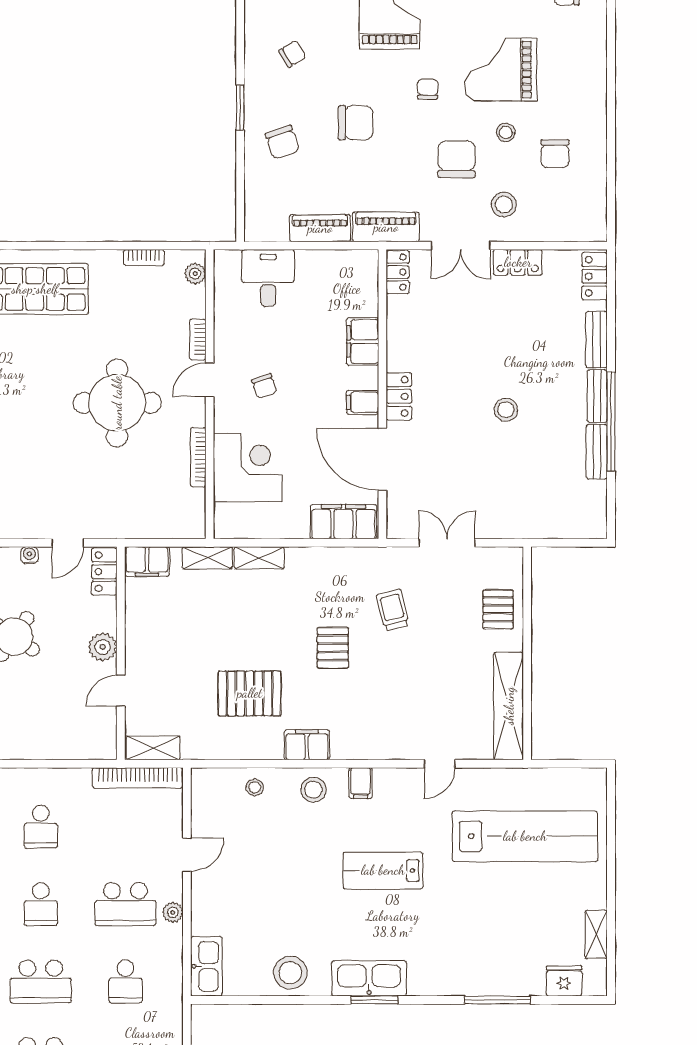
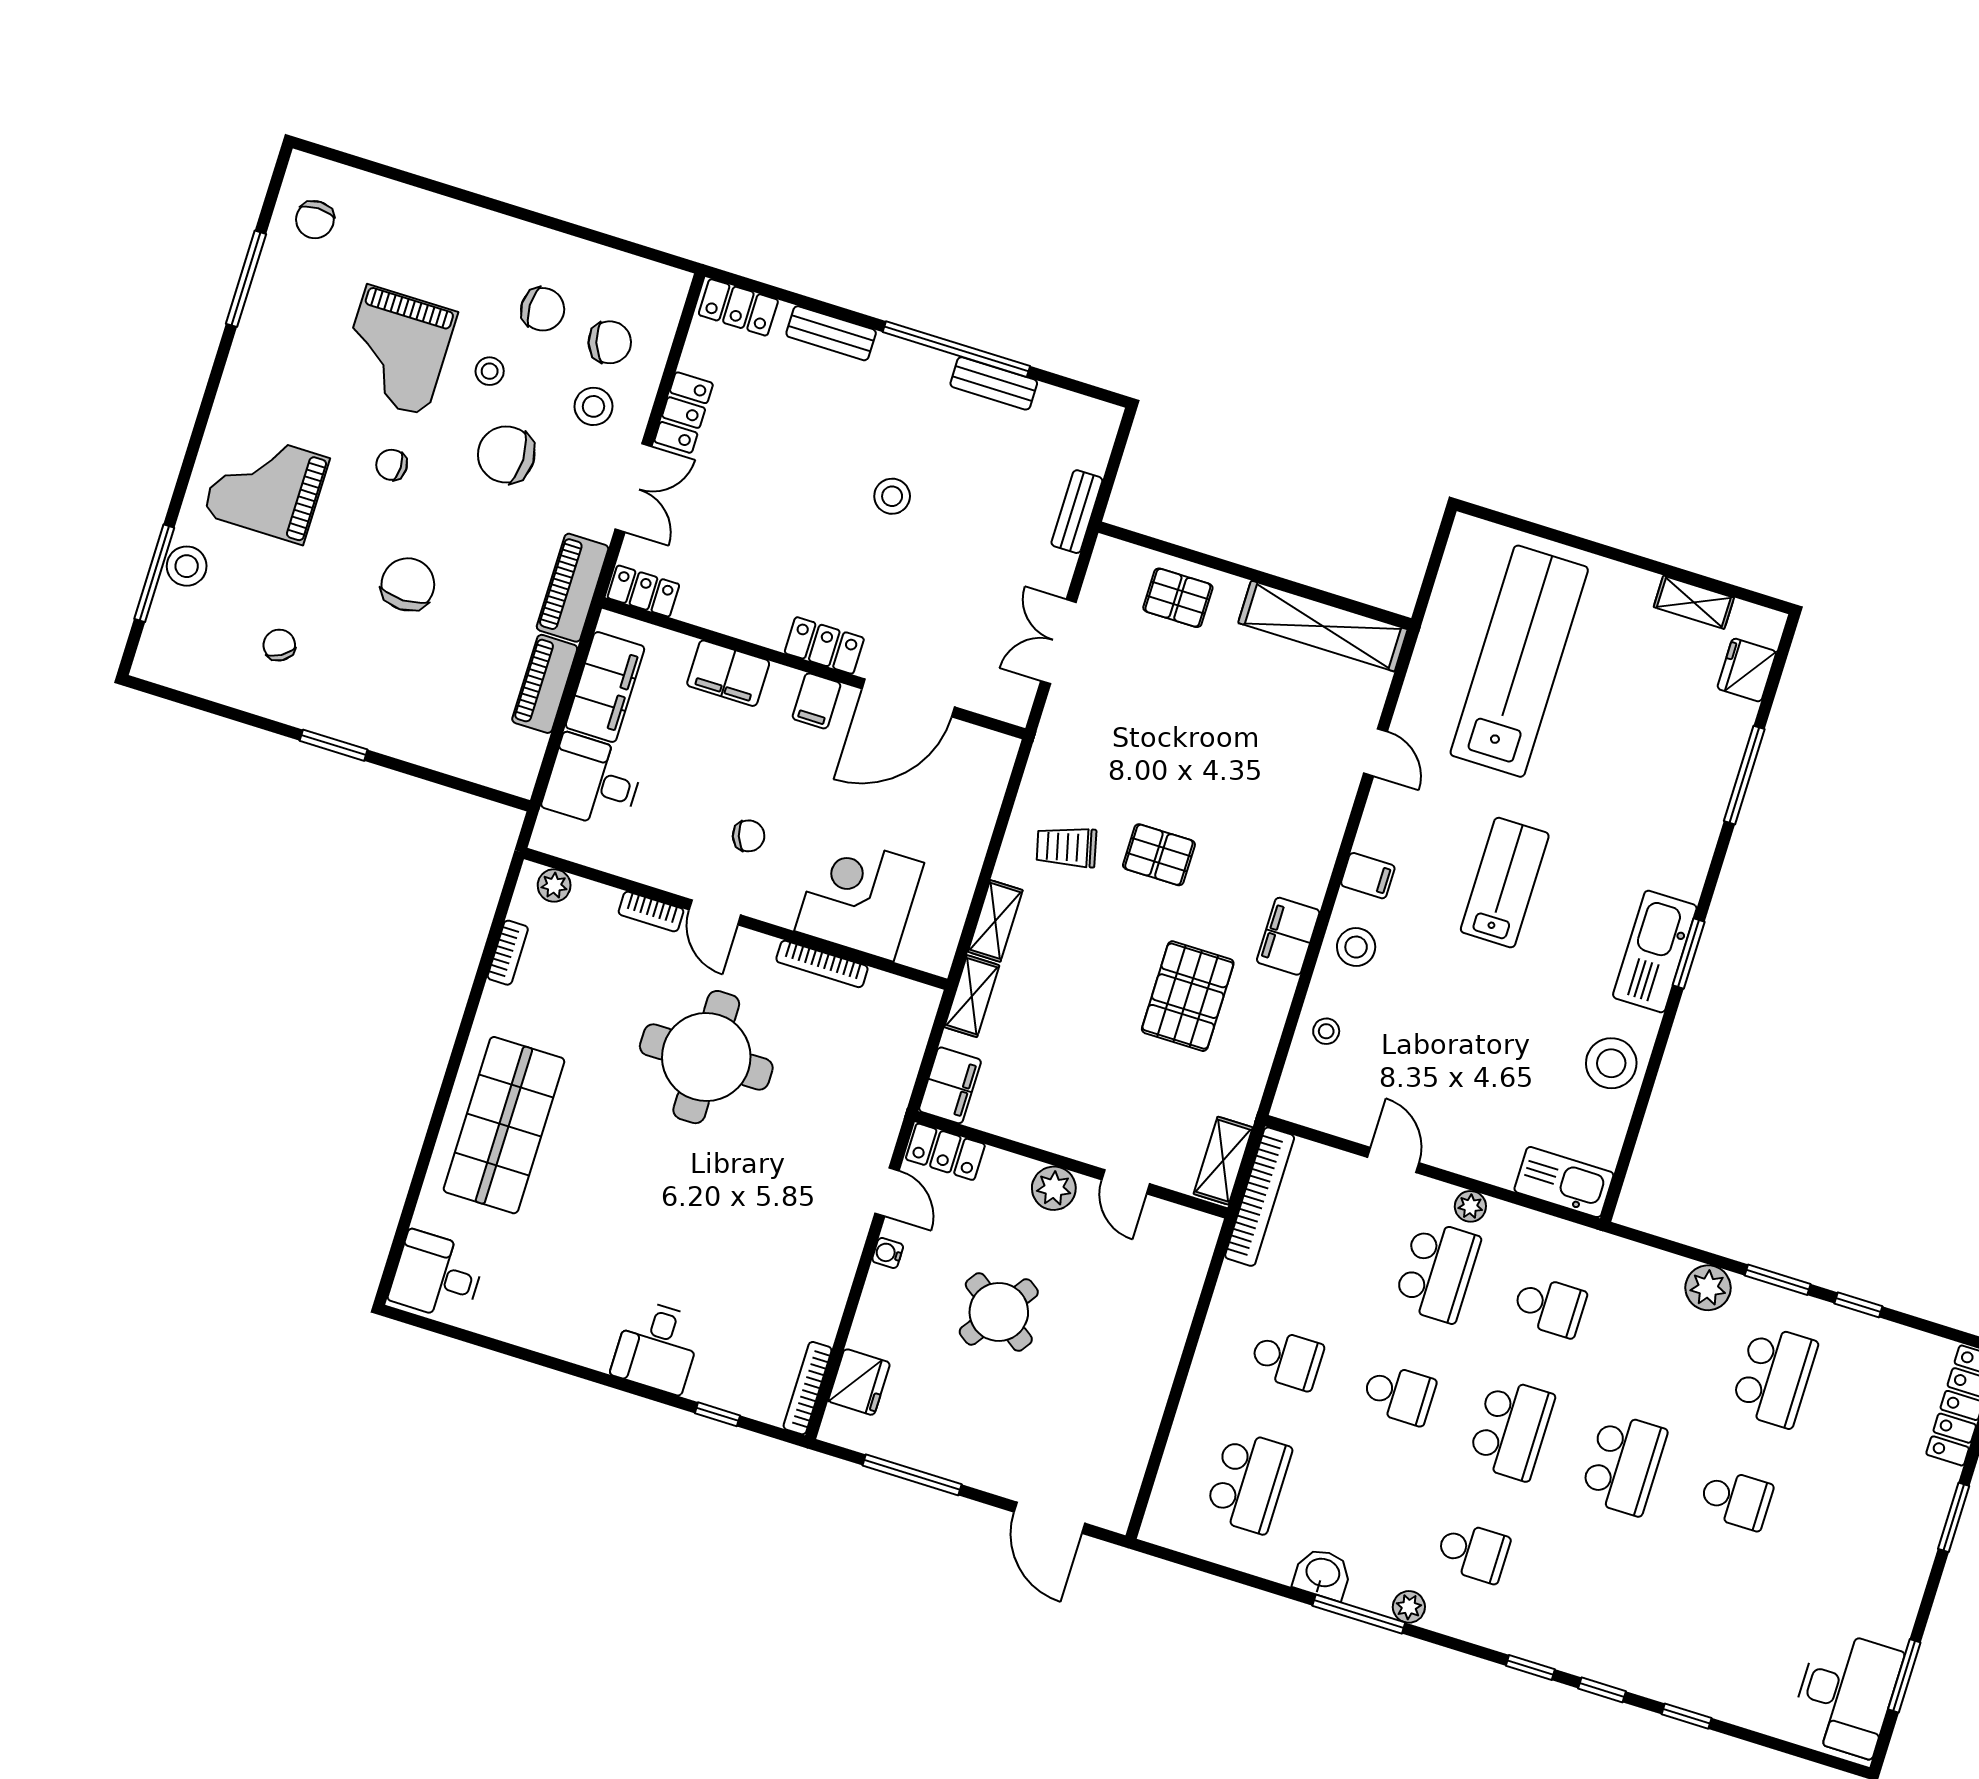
chair: (282, 142) -> (610, 342), moved
bench: (597, 396) -> (1077, 512), moved, turned 90
filing cabinet: (343, 522) -> (605, 687), moved, turned 180
trolley: (393, 610) -> (1066, 847), moved
lab bench: (383, 870) -> (1505, 883), turned 180

